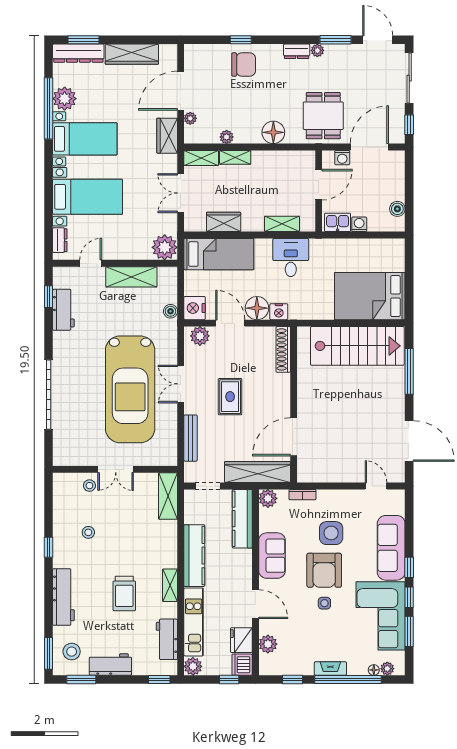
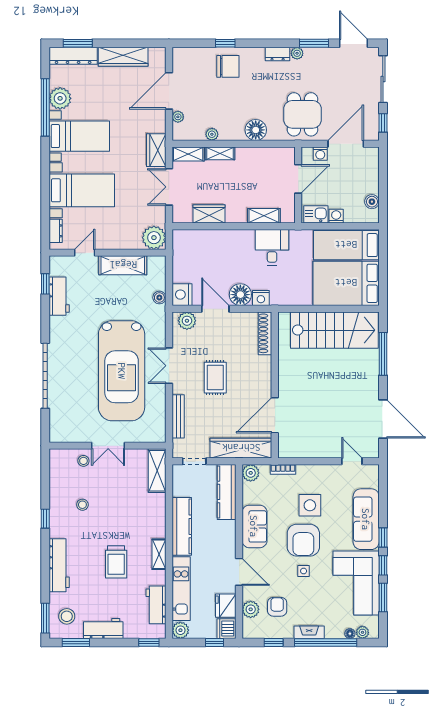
wardrobe: (167, 136) -> (156, 150), moved
bed: (219, 254) -> (346, 245), moved, turned 180
armchair: (296, 641) -> (277, 607), added

